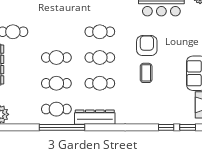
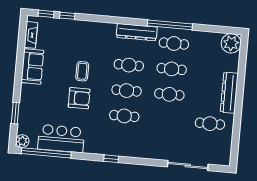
armchair: (147, 46) -> (79, 98), turned -90

